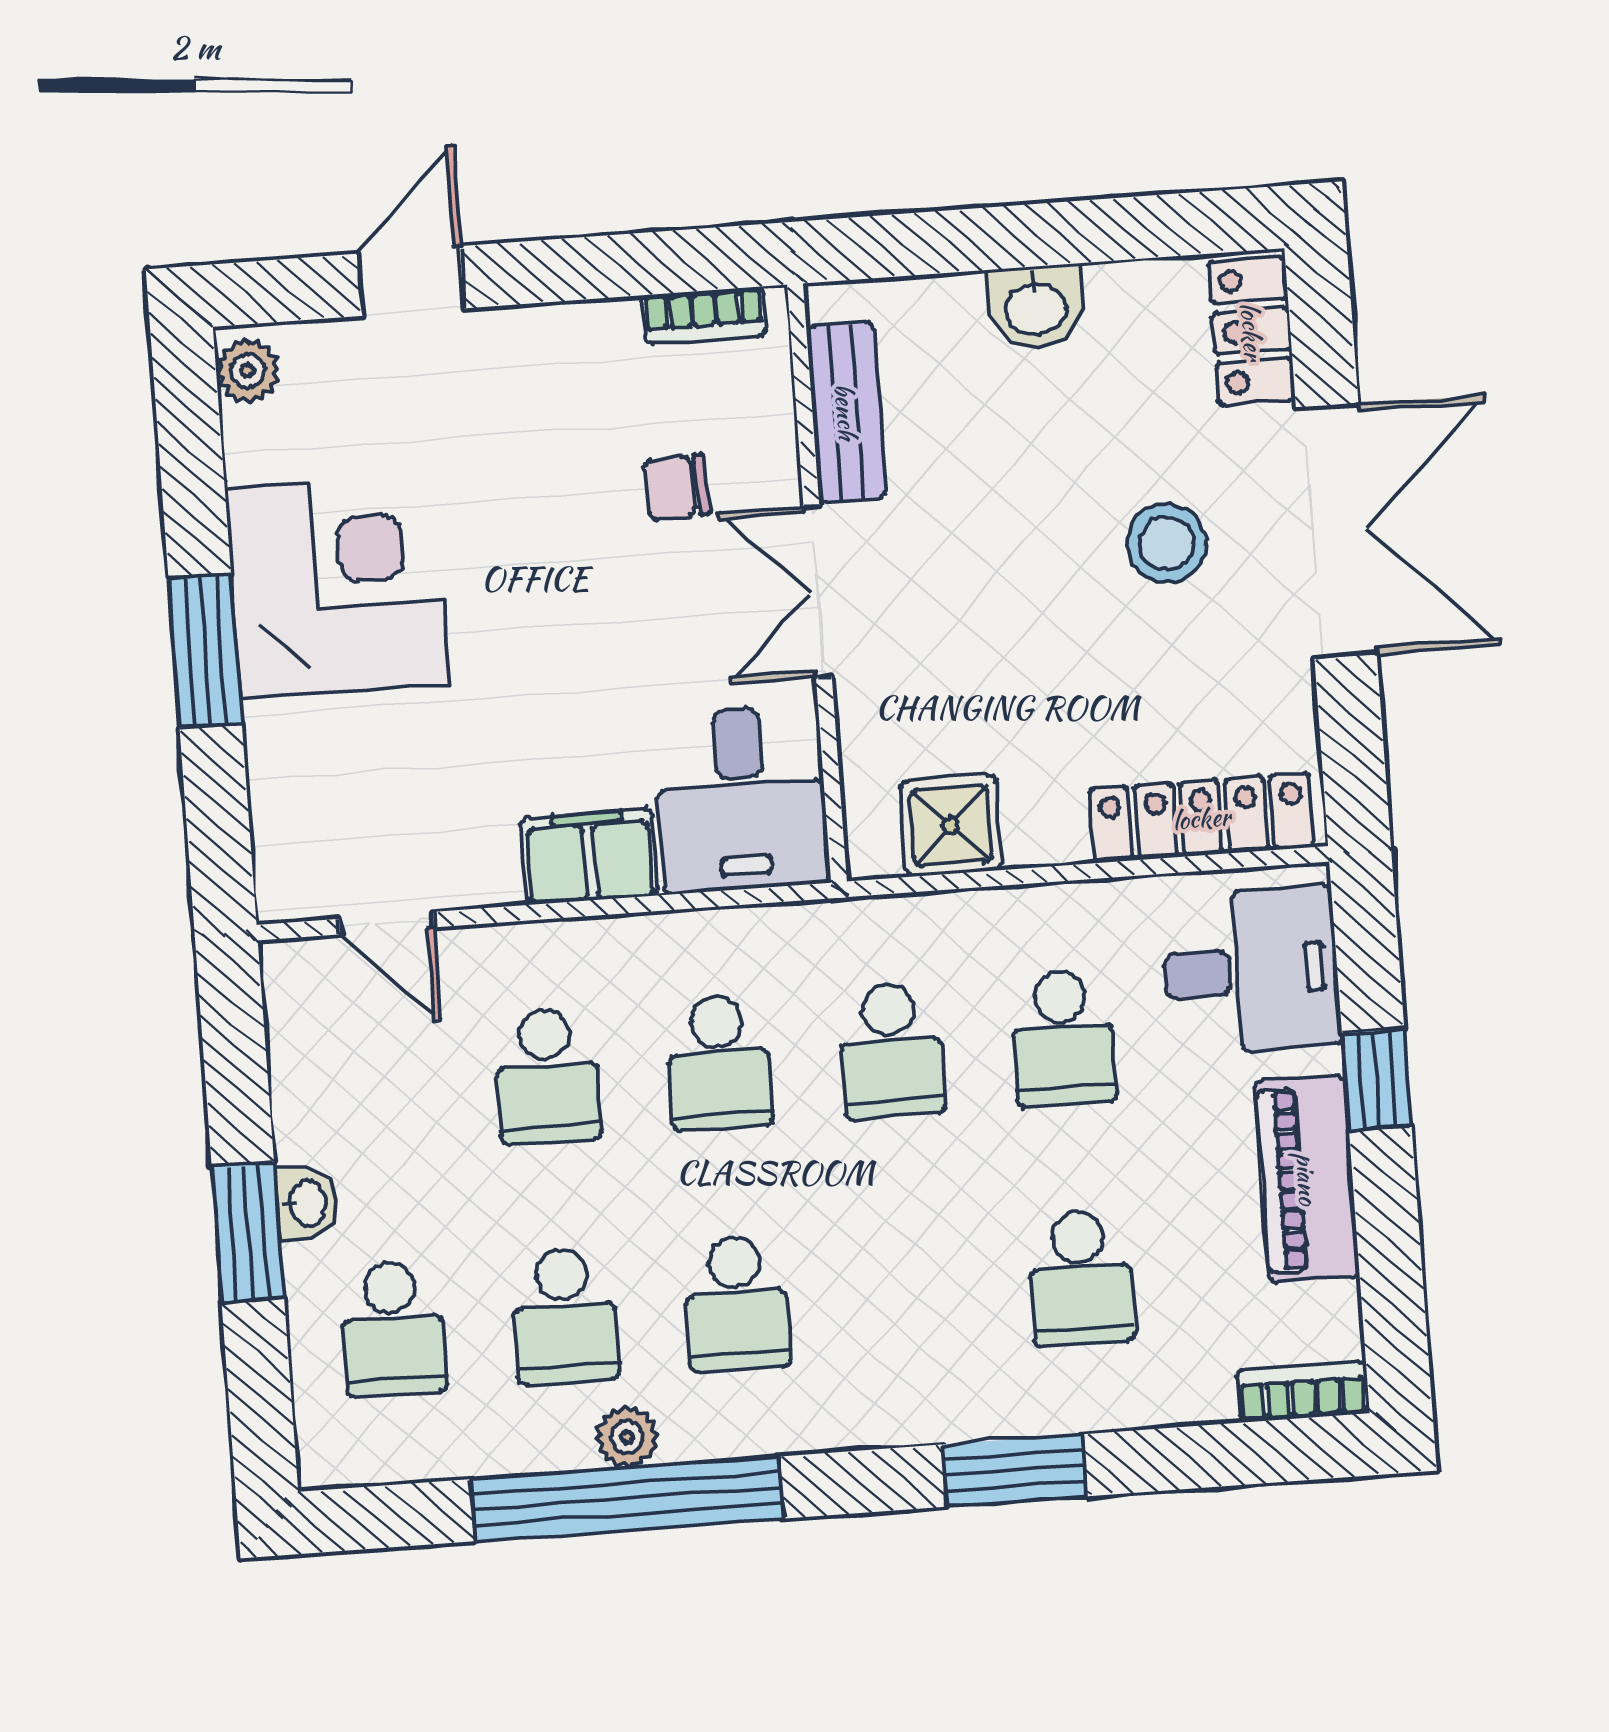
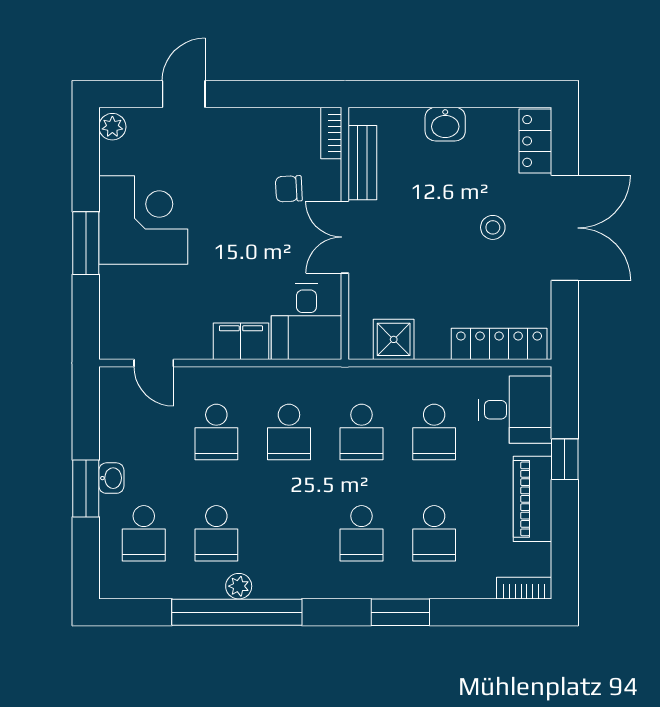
bookcase: (704, 315) -> (331, 133), moved, turned 90
stool: (1166, 543) -> (493, 227), width x0.73, depth x0.73
school desk: (737, 1303) -> (362, 533), moved

